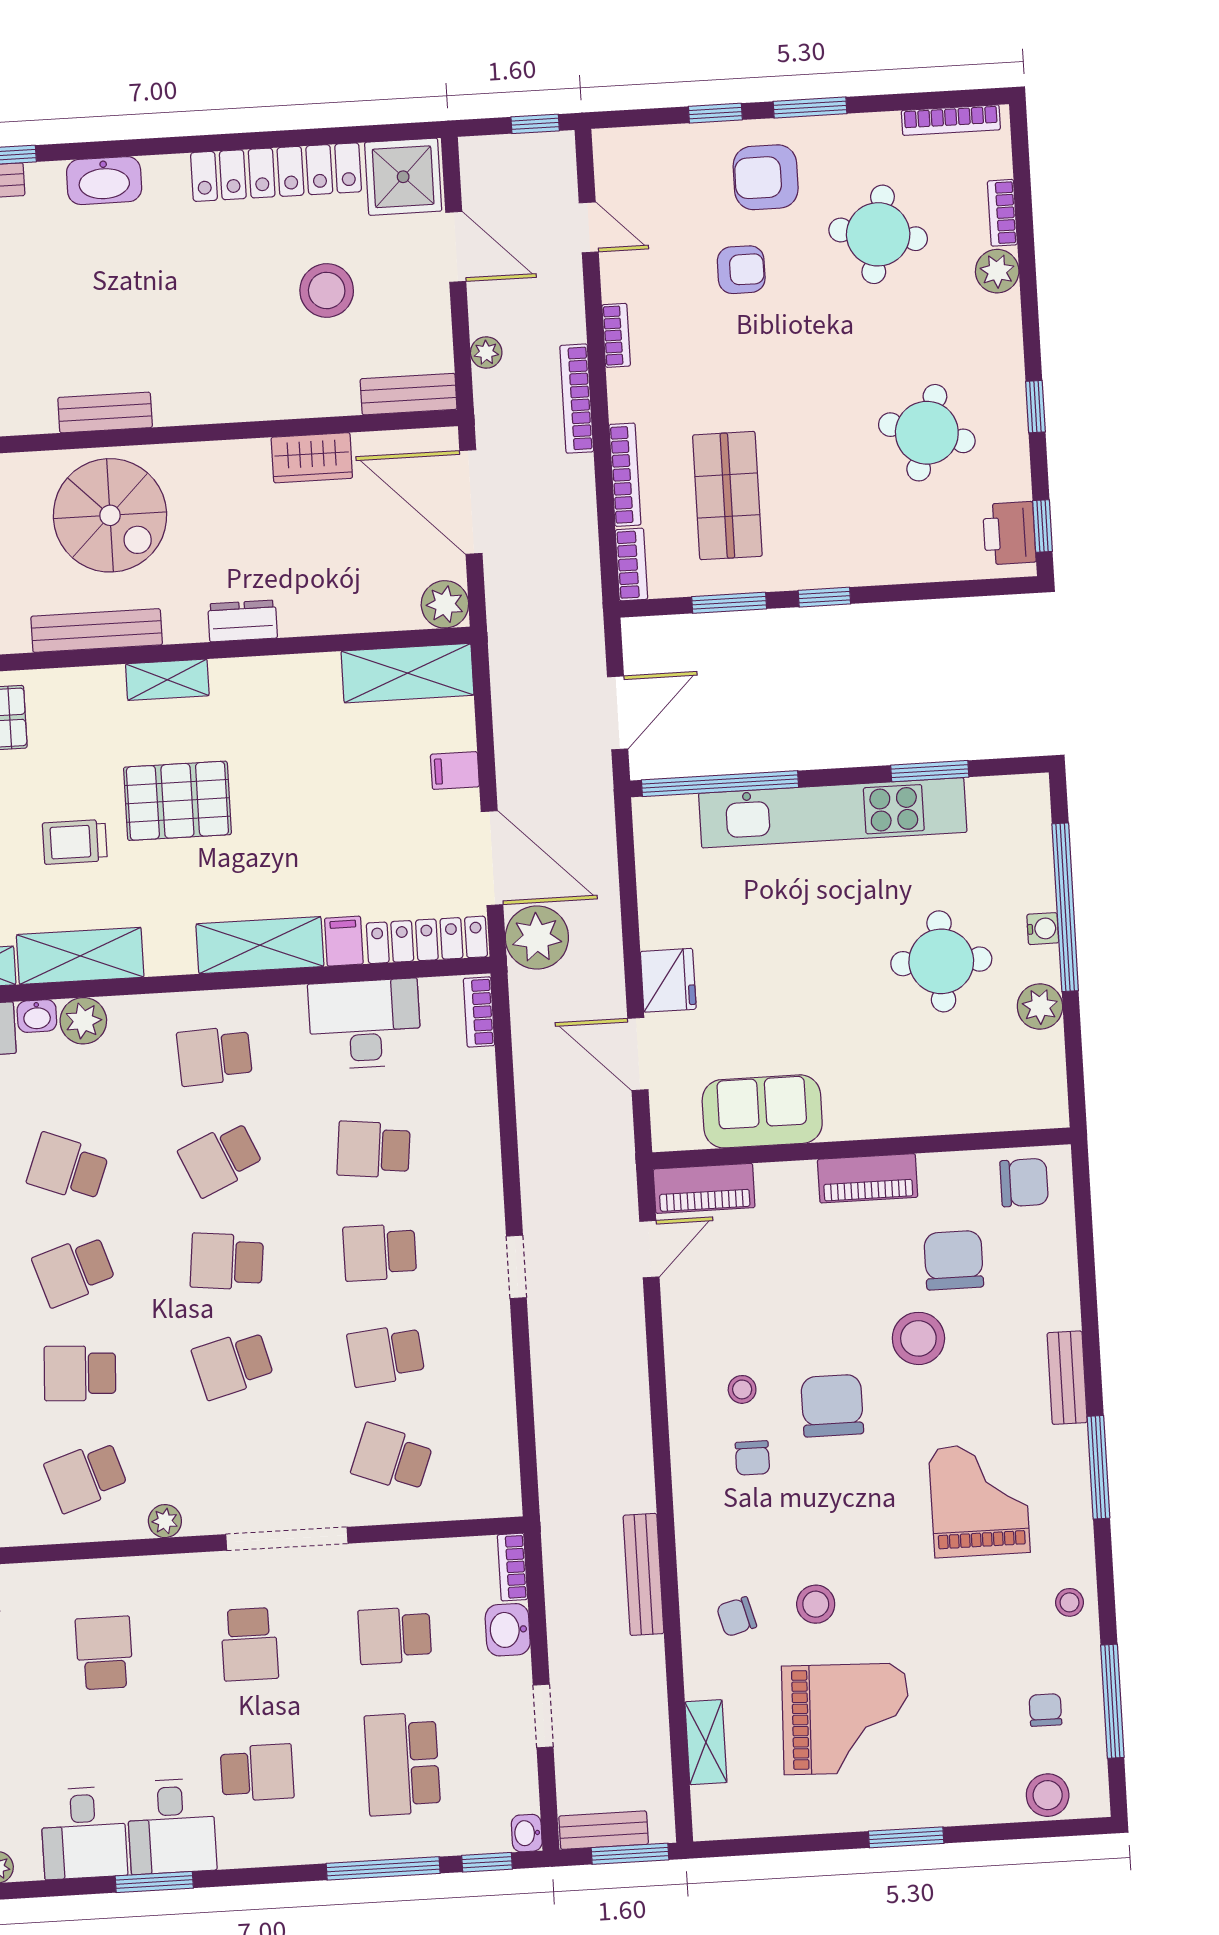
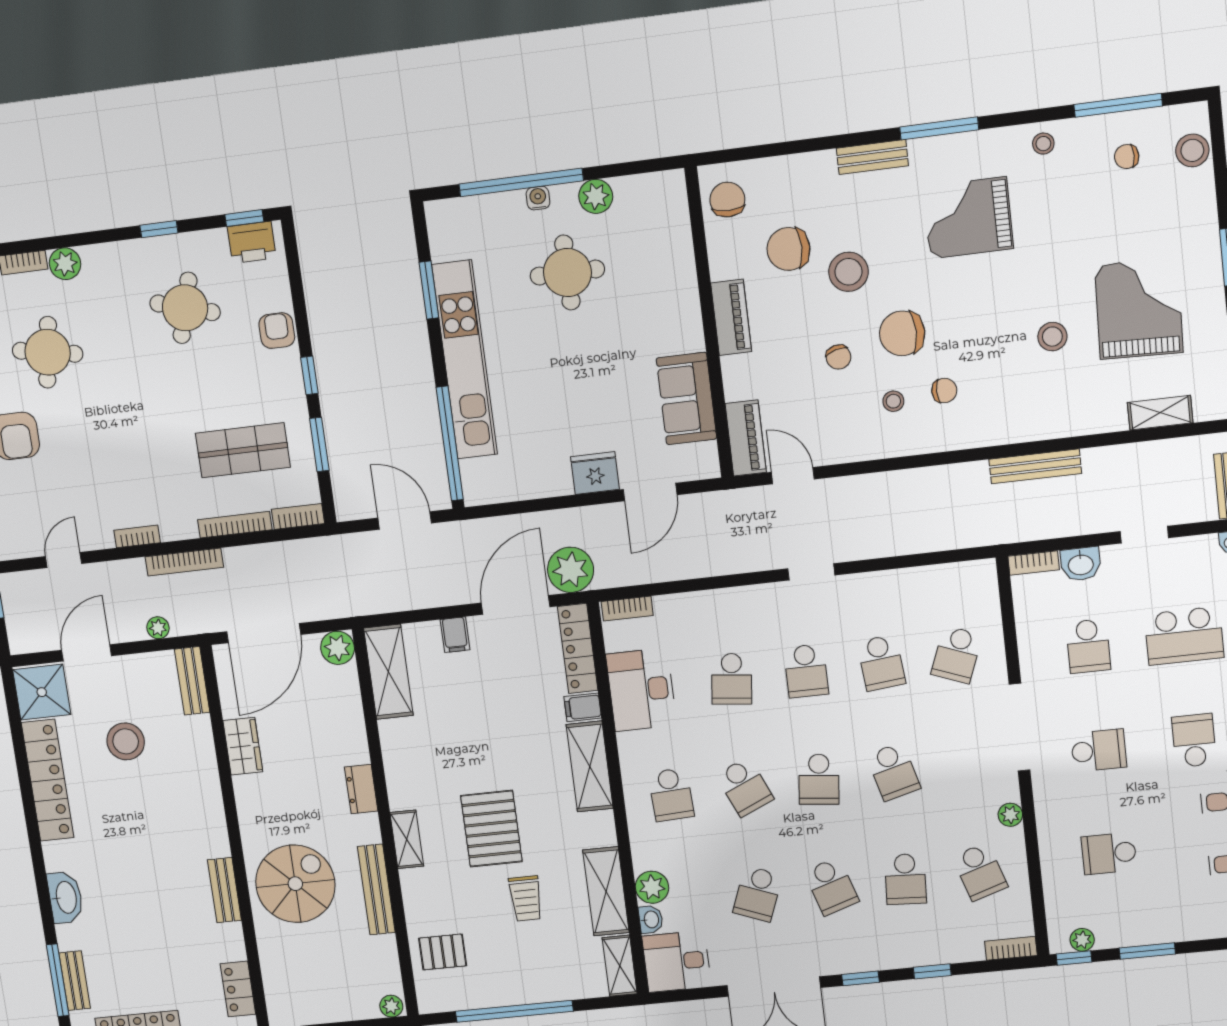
armchair: (741, 270) -> (277, 331), moved
chair: (736, 1617) -> (838, 357), moved

